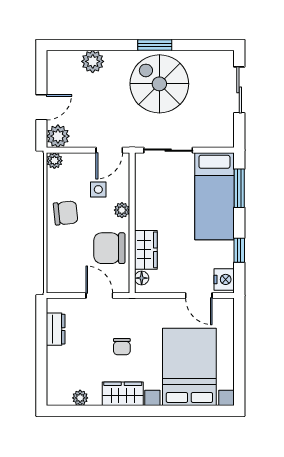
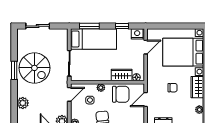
spiral stairs: (159, 84) -> (34, 68), turned -90
door: (109, 150) -> (69, 94), hinge flipped
chair: (109, 248) -> (121, 94), turned -90

